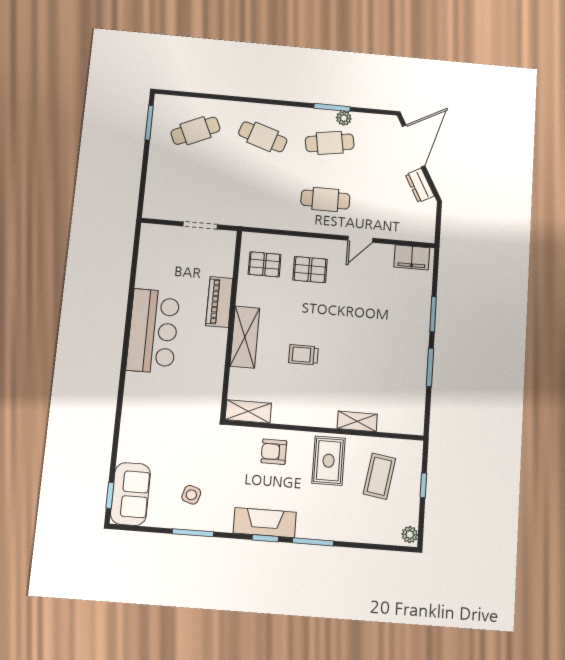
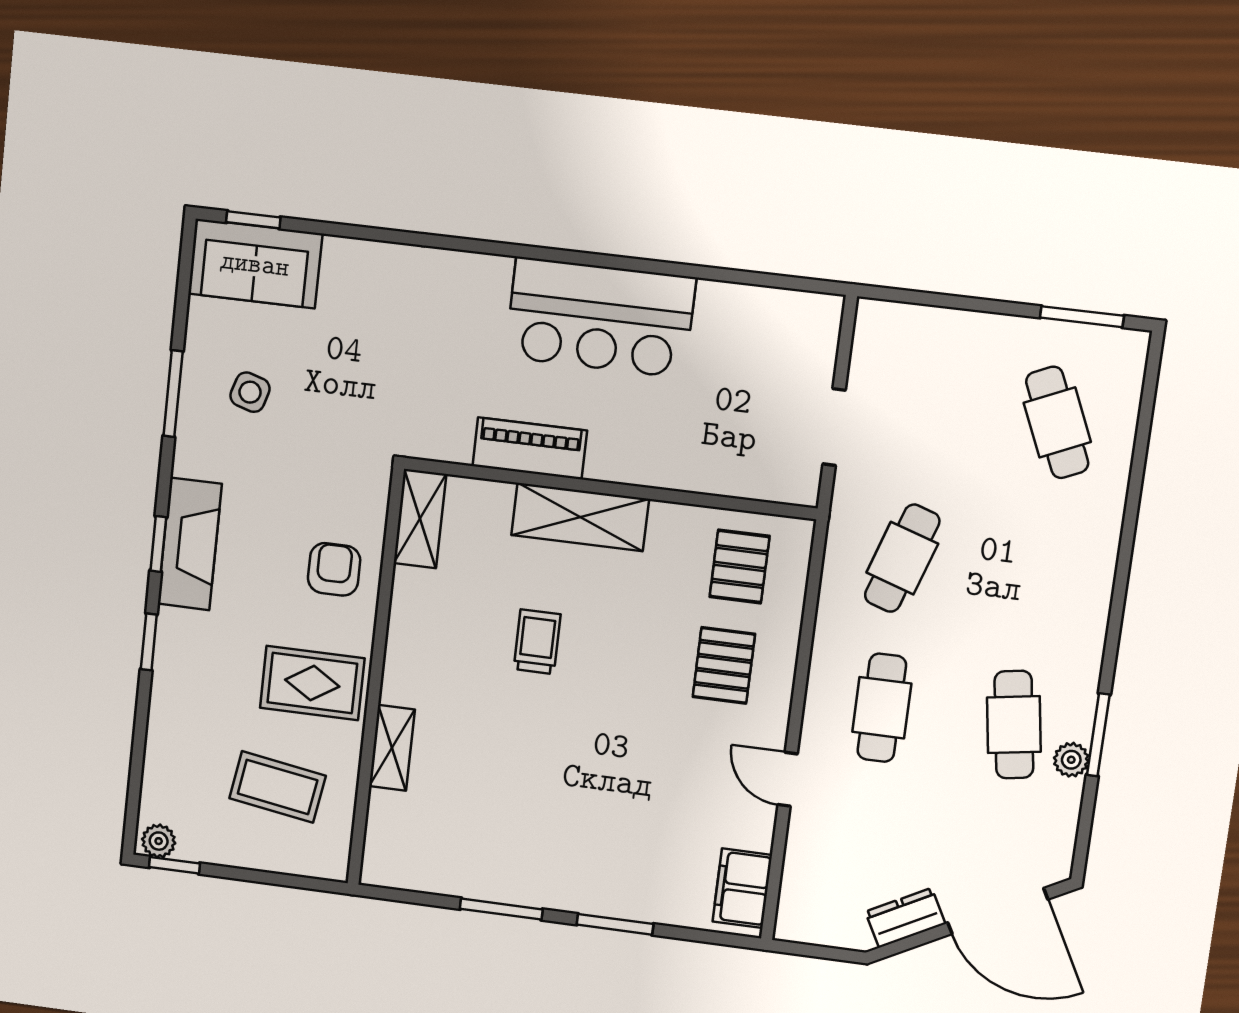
cafe table: (263, 137) -> (902, 558), moved
piano: (219, 302) -> (530, 448), moved
window: (423, 485) -> (175, 865), moved
window: (313, 542) -> (149, 642), width x0.67

